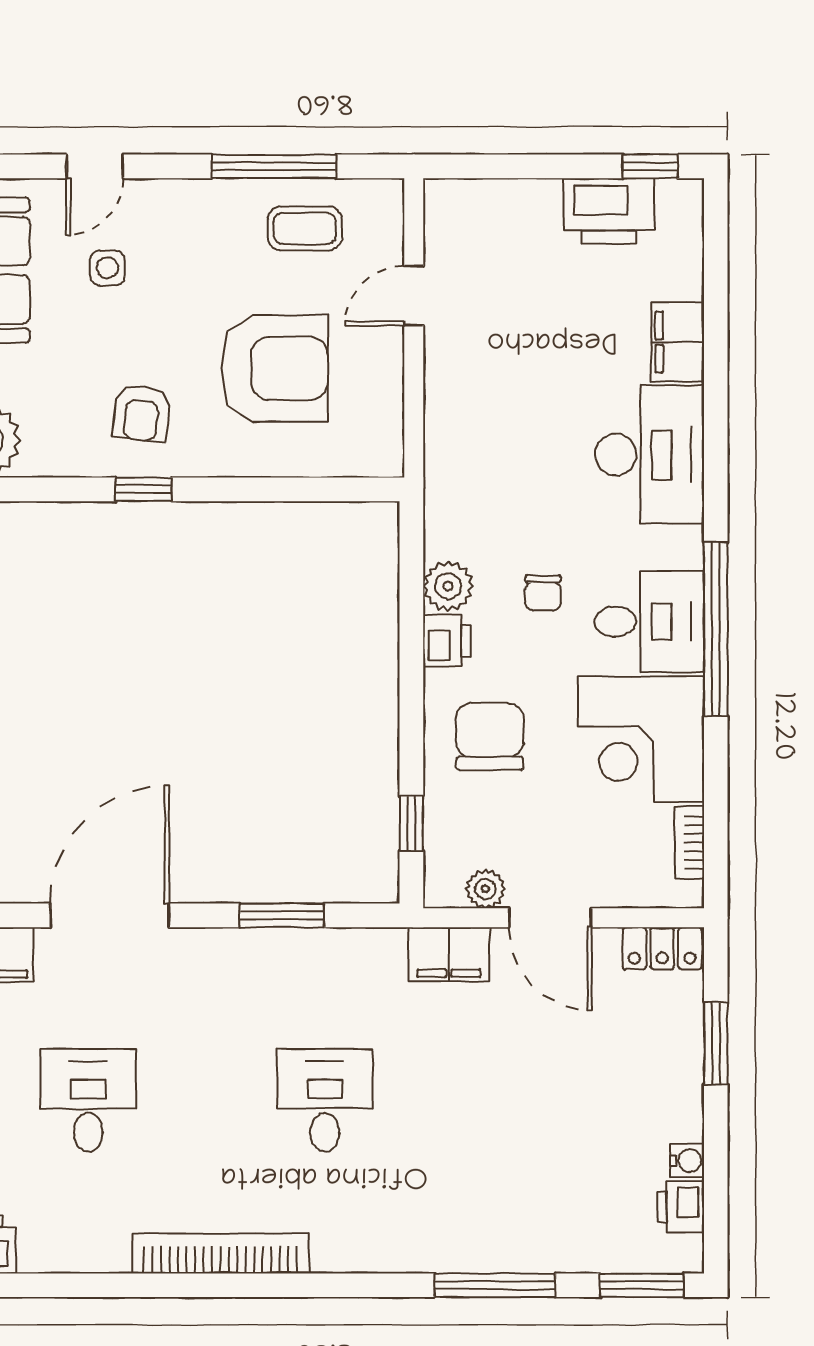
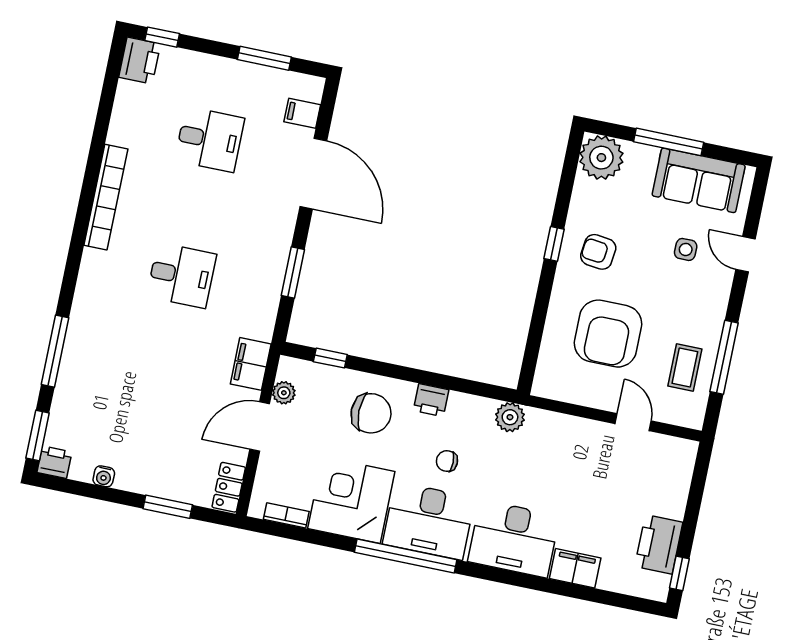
plant: (448, 586) -> (510, 417), moved
desk: (649, 622) -> (429, 521), width x1.37
printer: (681, 1207) -> (54, 462), moved

